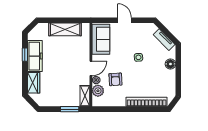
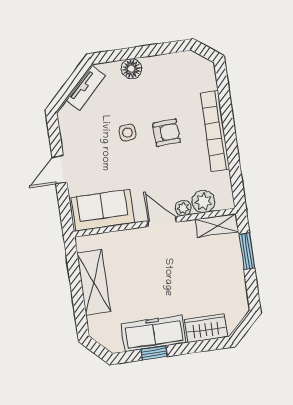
armchair: (115, 79) -> (166, 133), moved
bookcase: (147, 102) -> (215, 131), moved

